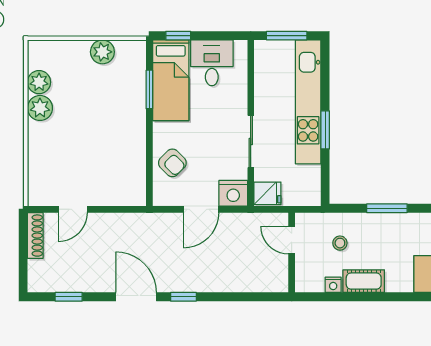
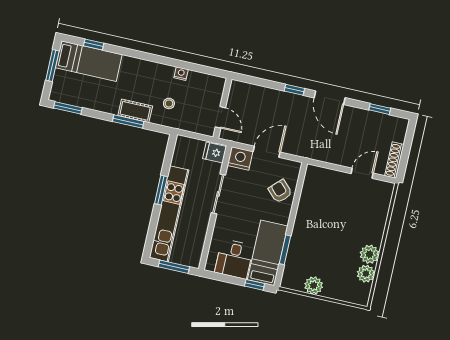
door: (292, 240) -> (220, 117), moved
wall: (292, 252) -> (222, 108), moved
cot: (364, 281) -> (135, 111), moved

